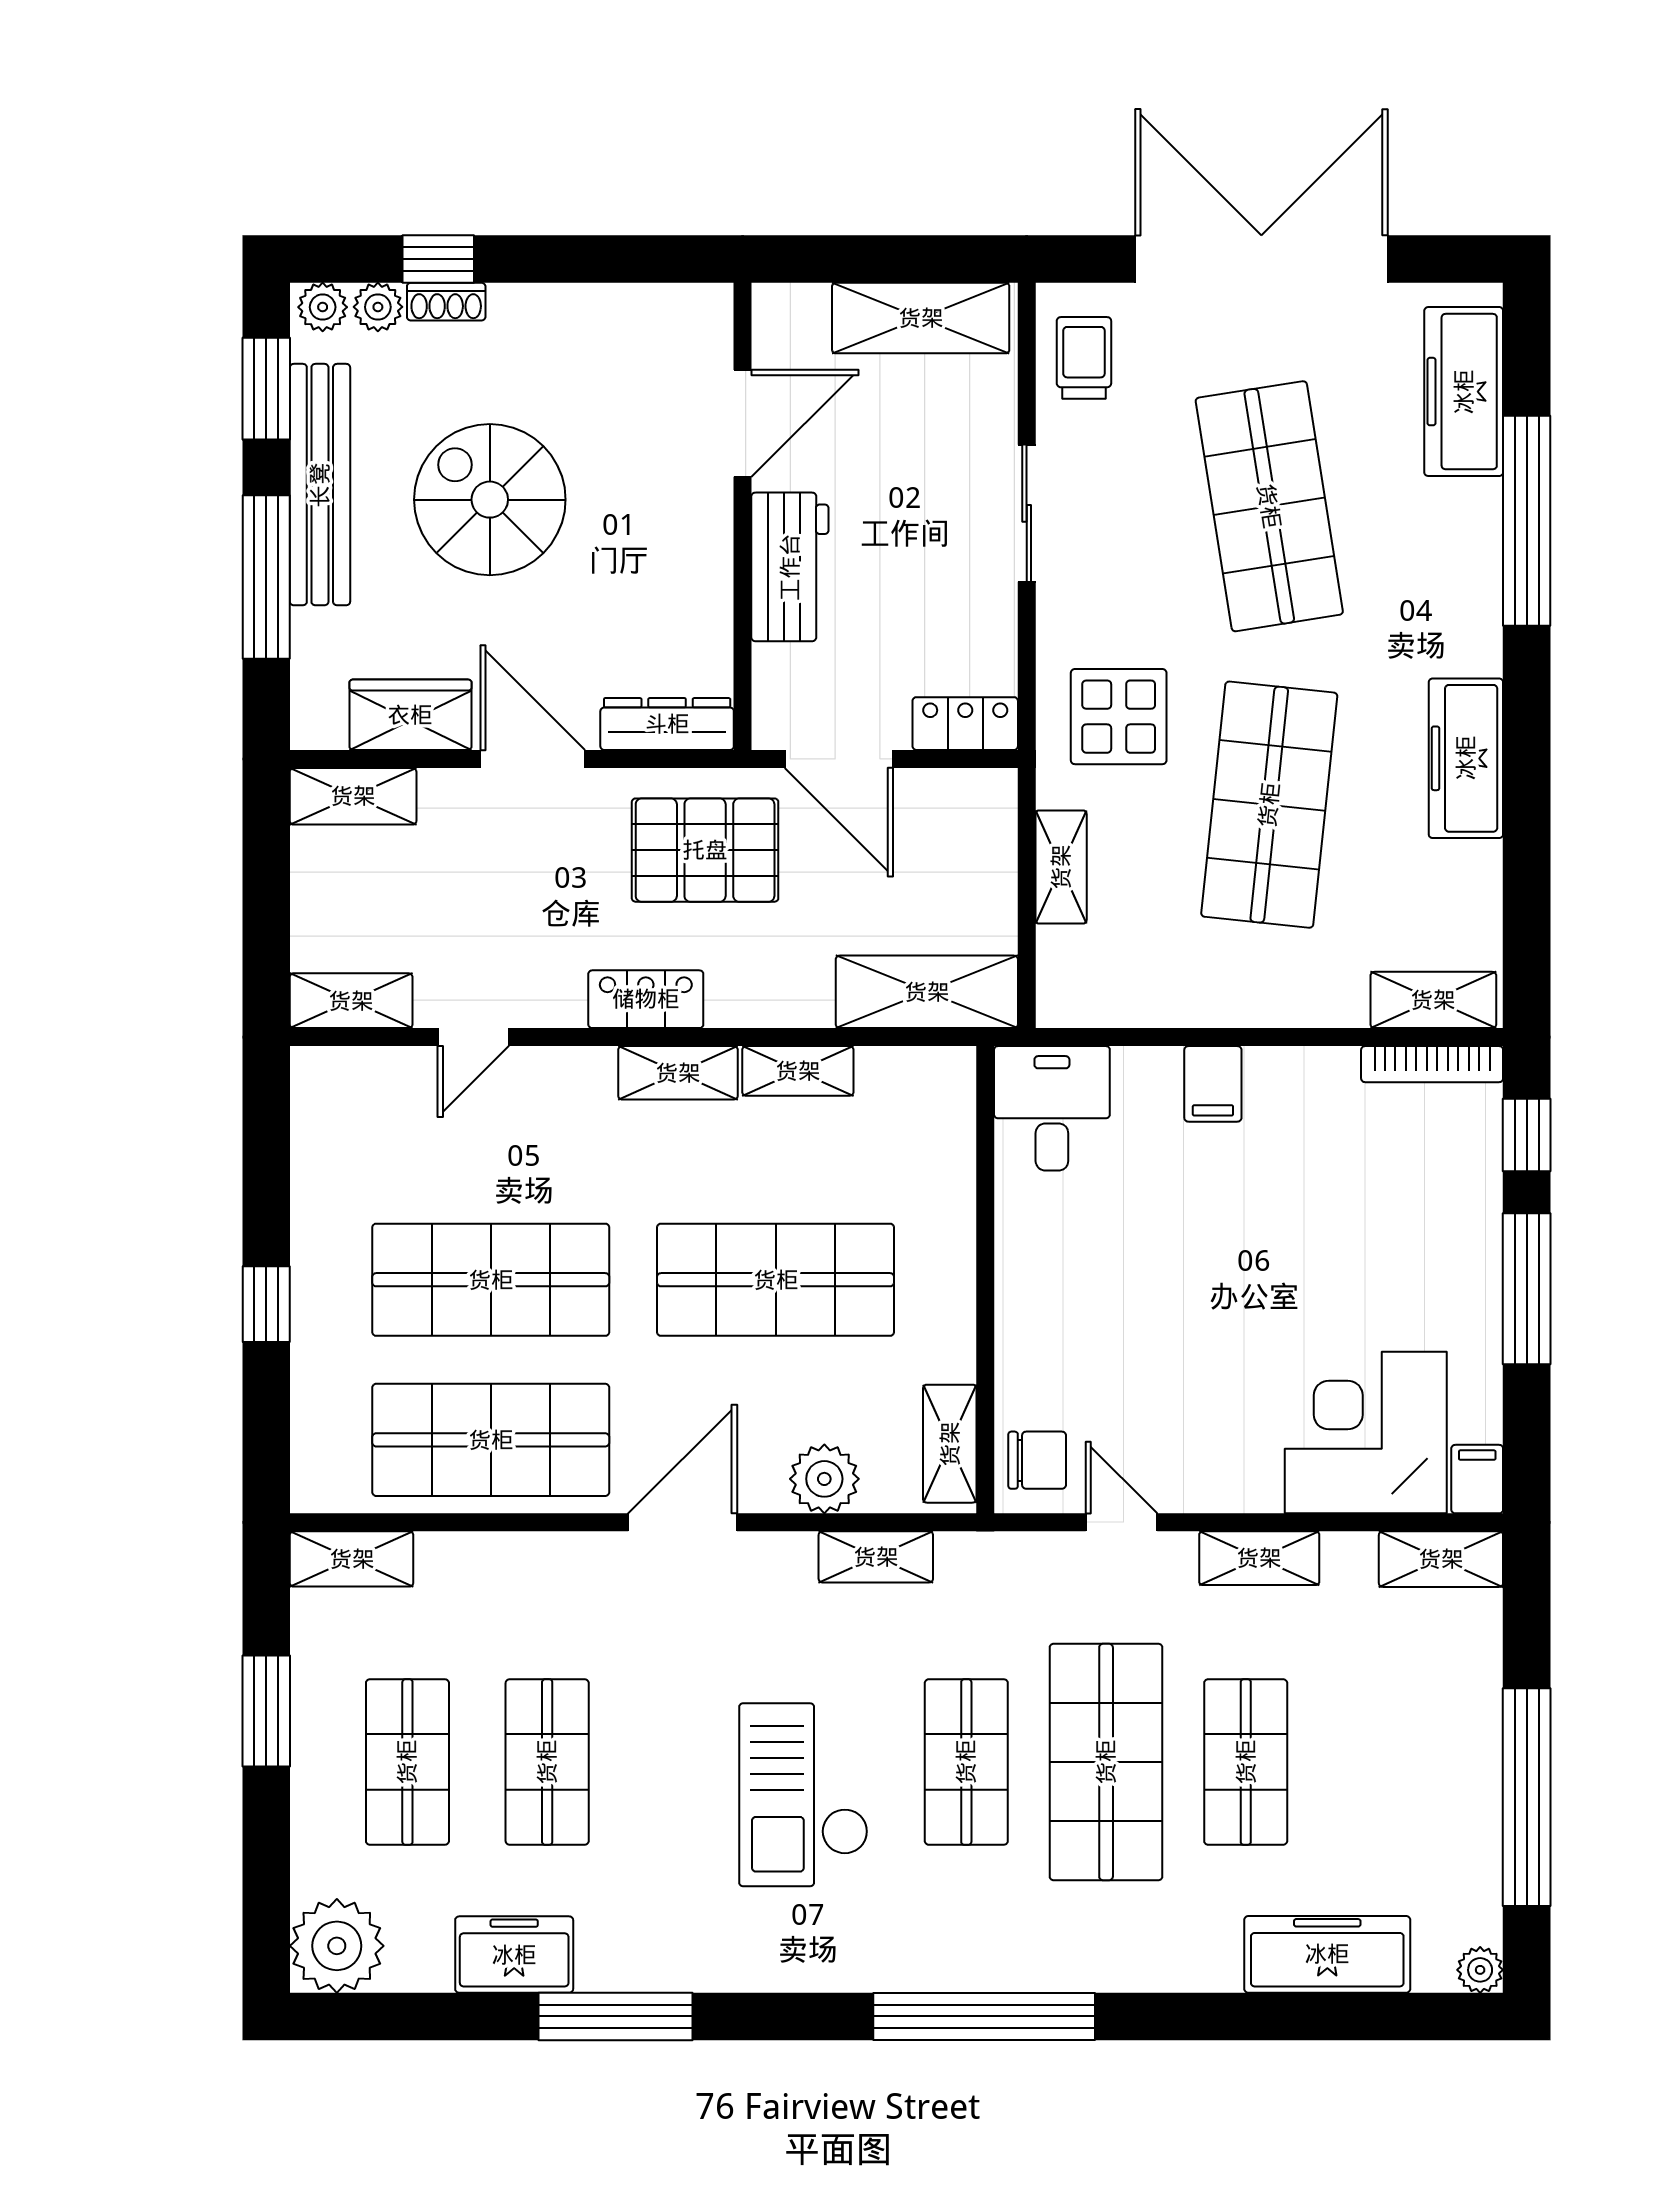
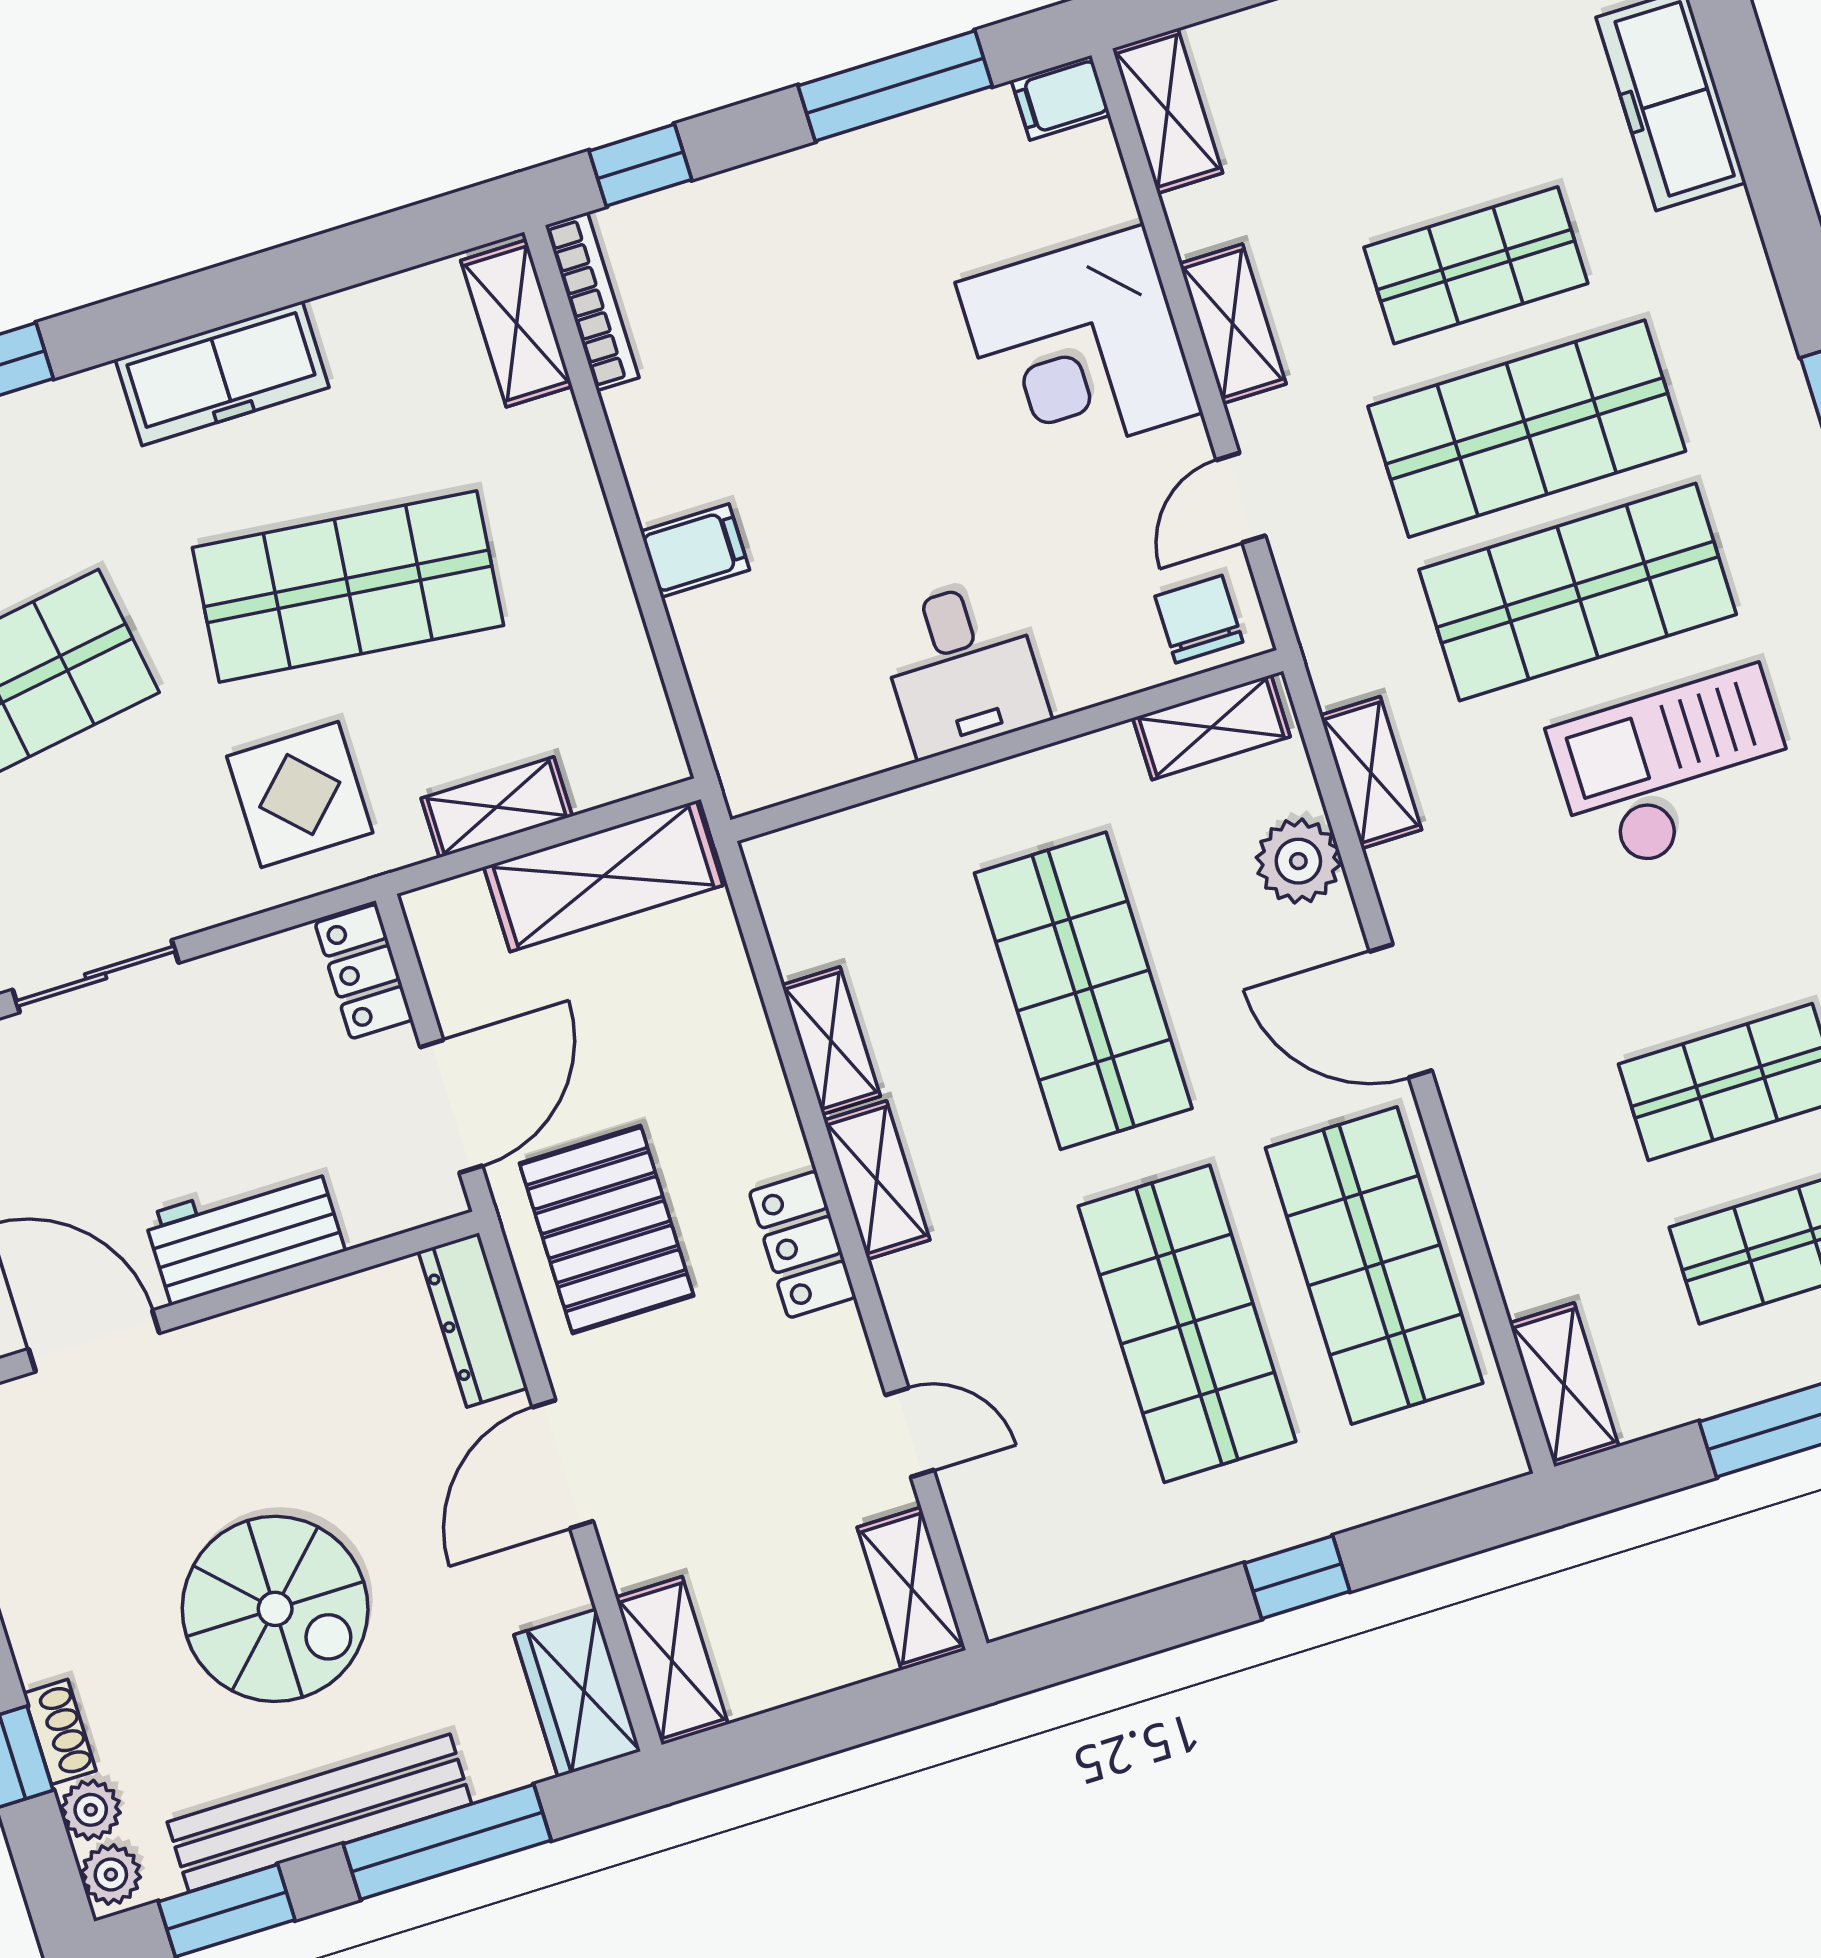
spiral stairs: (490, 500) -> (275, 1609), turned -90
wardrobe: (410, 715) -> (577, 1693), moved
shelving: (927, 992) -> (603, 876), moved, turned 90
desk: (1052, 1108) -> (963, 668), moved, turned -90
window: (1527, 1289) -> (895, 86), moved
corner desk: (1366, 1433) -> (1079, 348), moved
shop shelf: (966, 1762) -> (1578, 592), width x1.43, depth x1.36
checkout: (804, 1795) -> (1675, 770), turned 180

